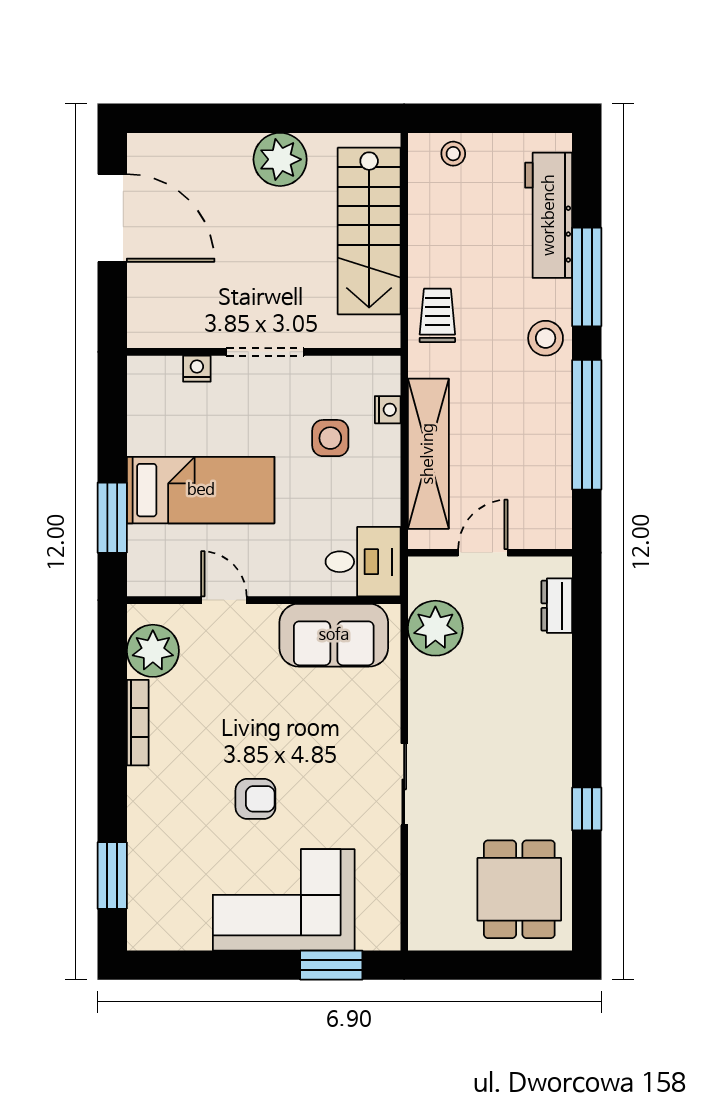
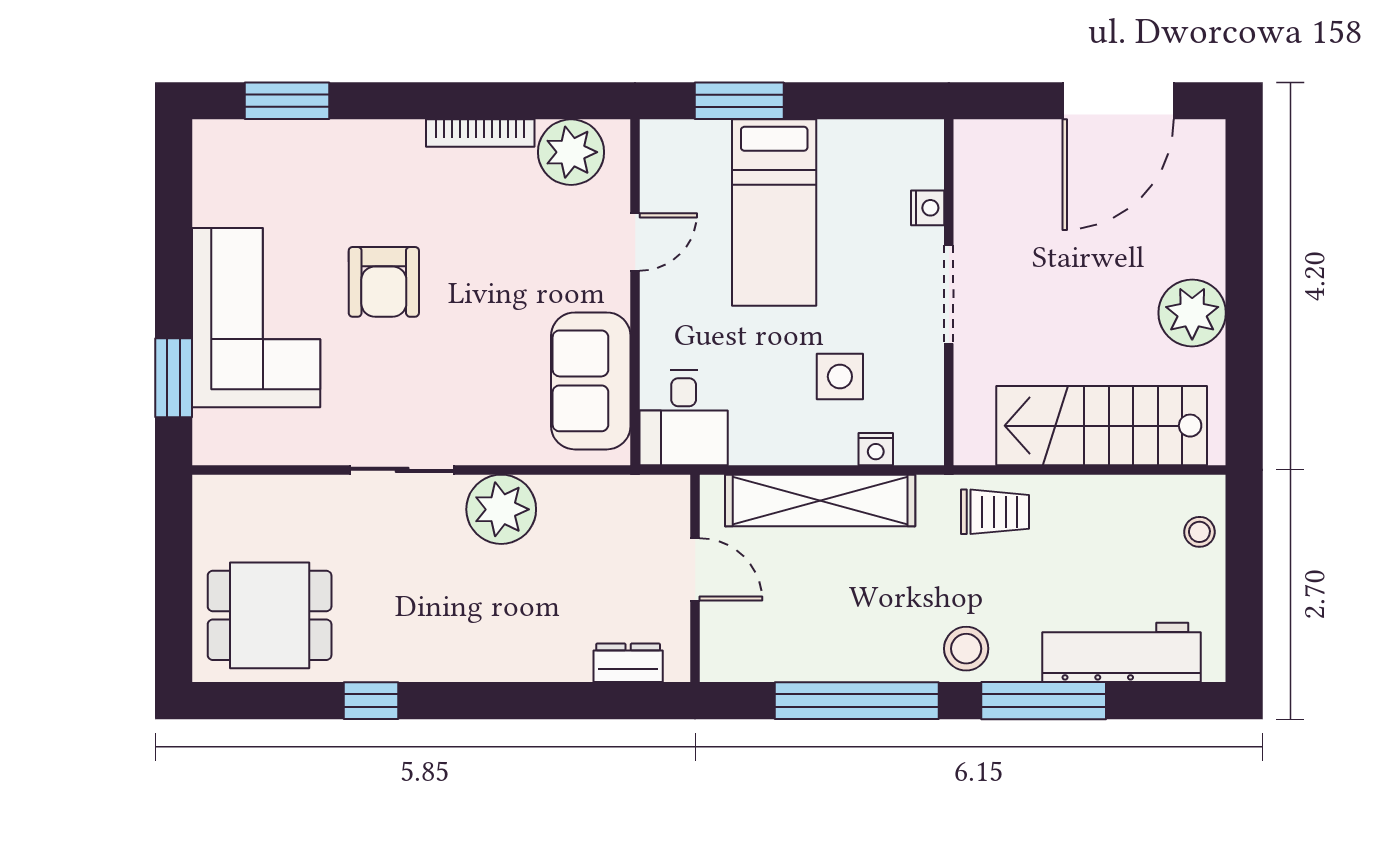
plant: (435, 628) -> (501, 509), moved
armchair: (255, 799) -> (384, 282), width x1.38, depth x1.38

